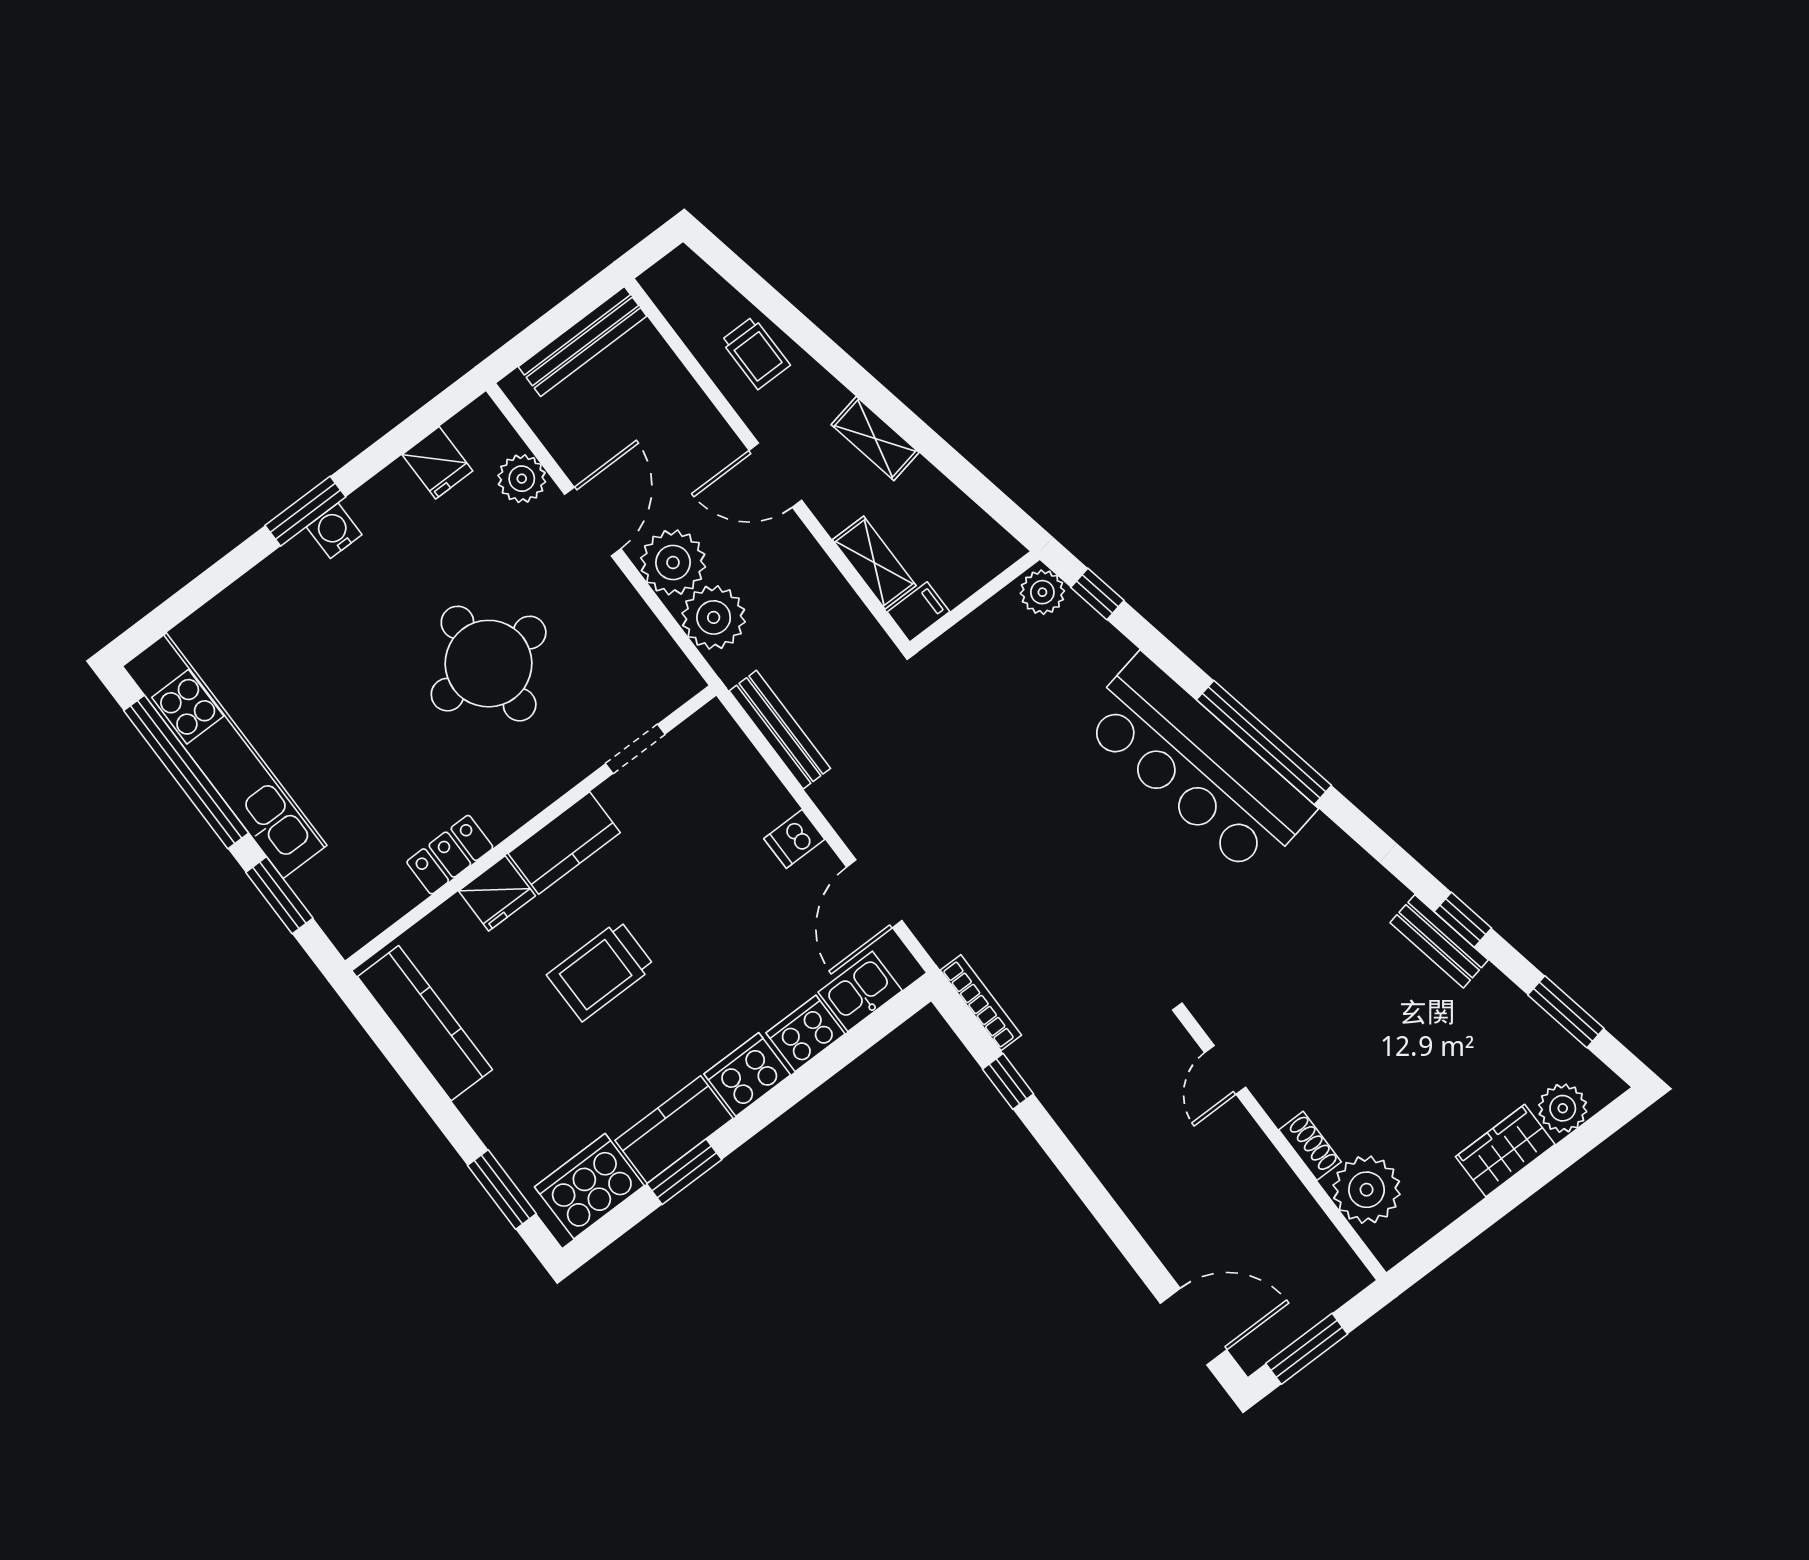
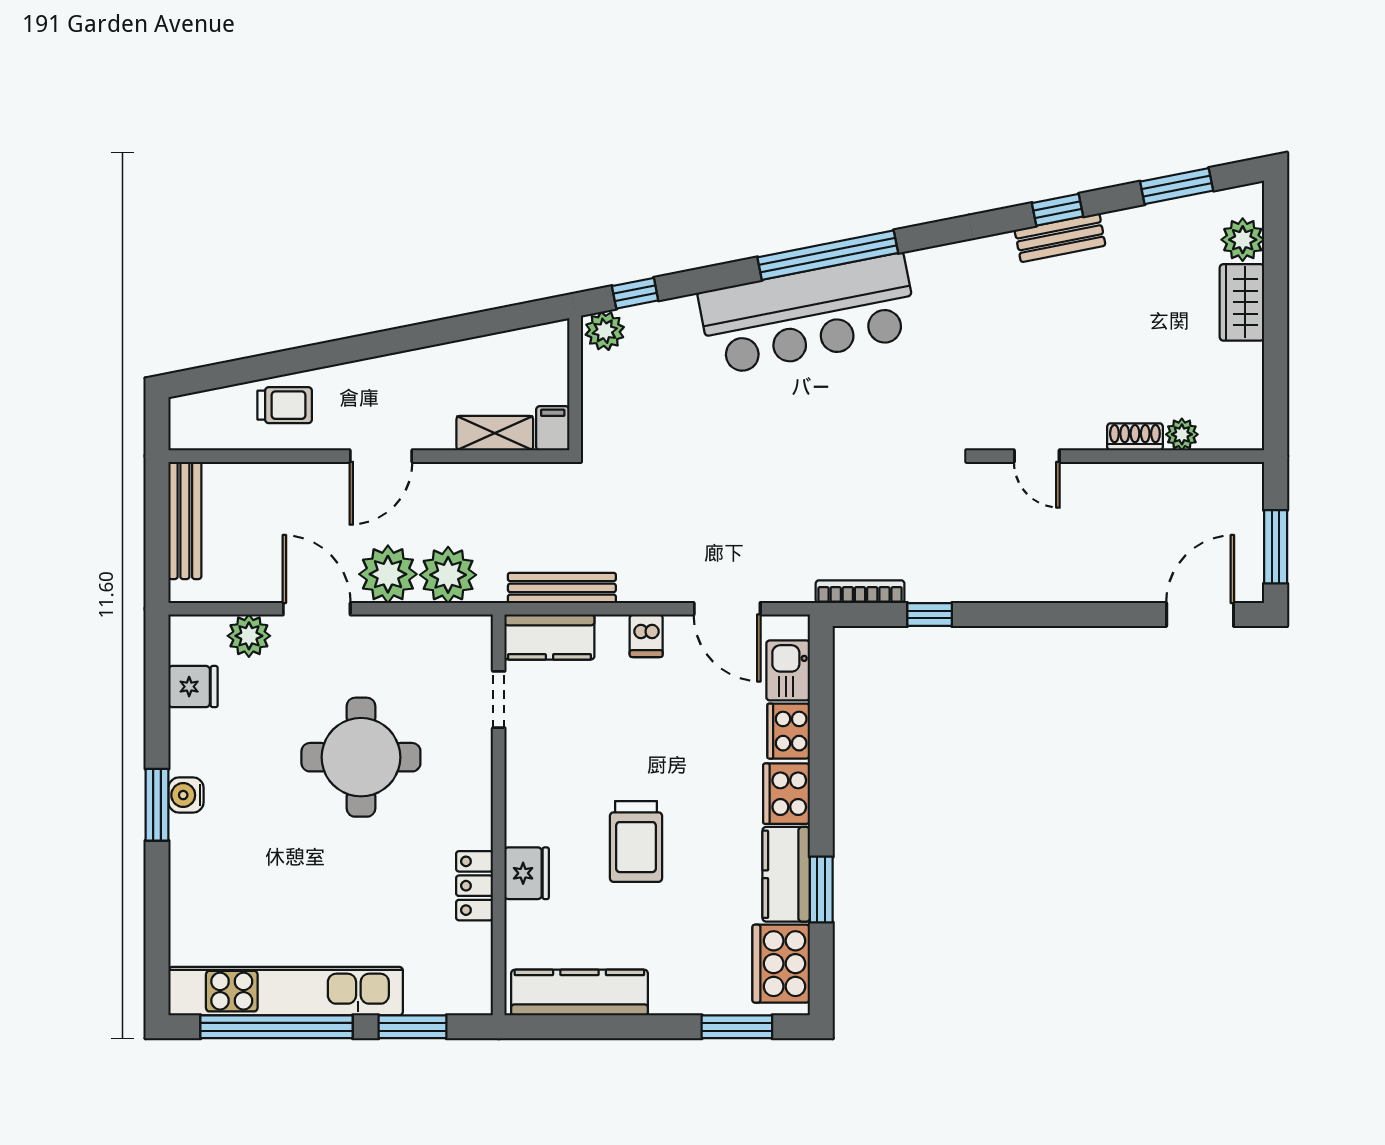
shelving: (875, 439) -> (408, 367), removed
kitchen counter: (564, 843) -> (549, 637), moved, turned 90
plant: (1367, 1190) -> (1182, 434), width x0.53, depth x0.53

